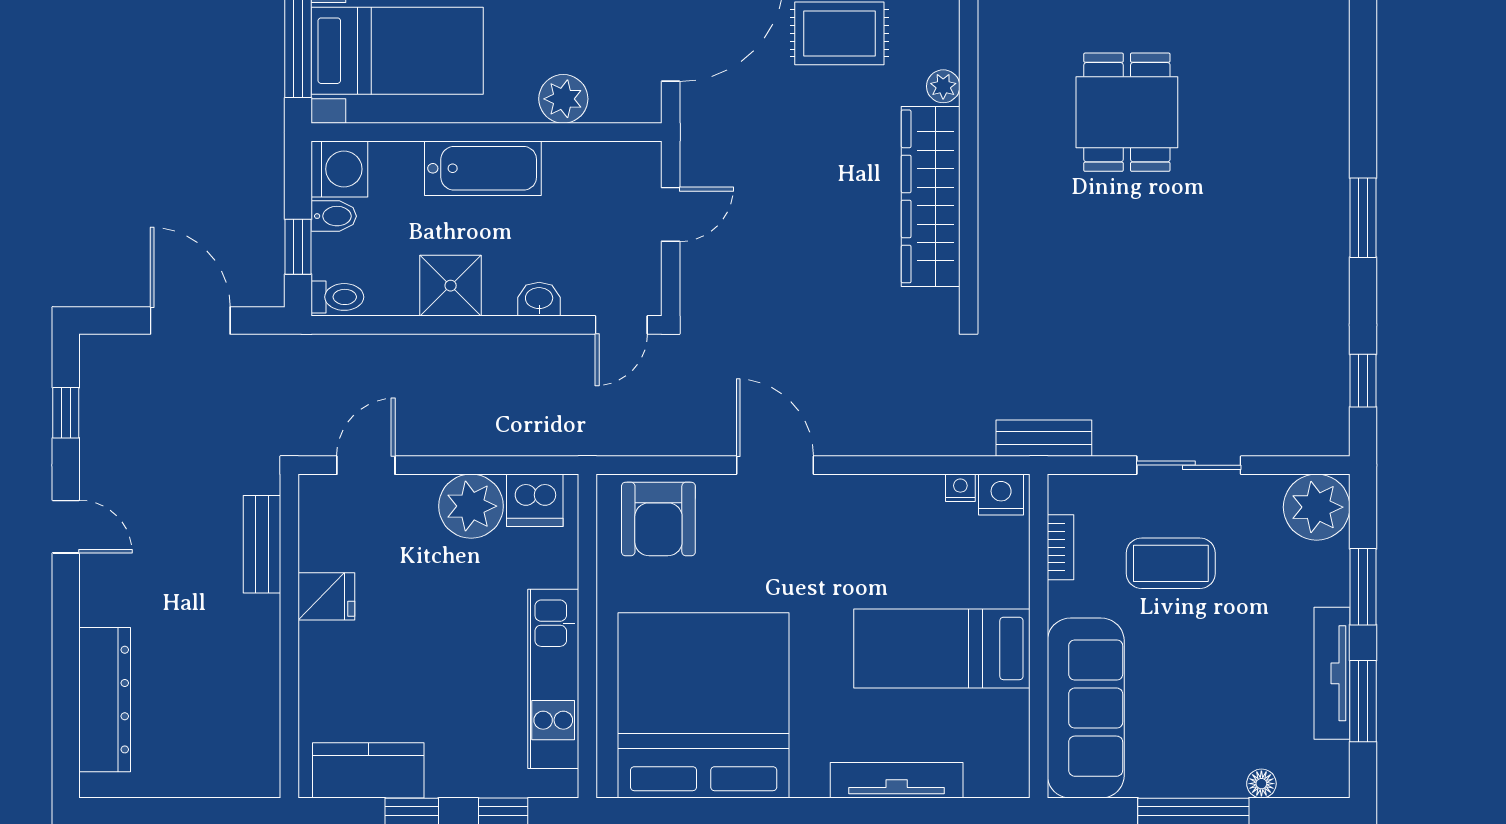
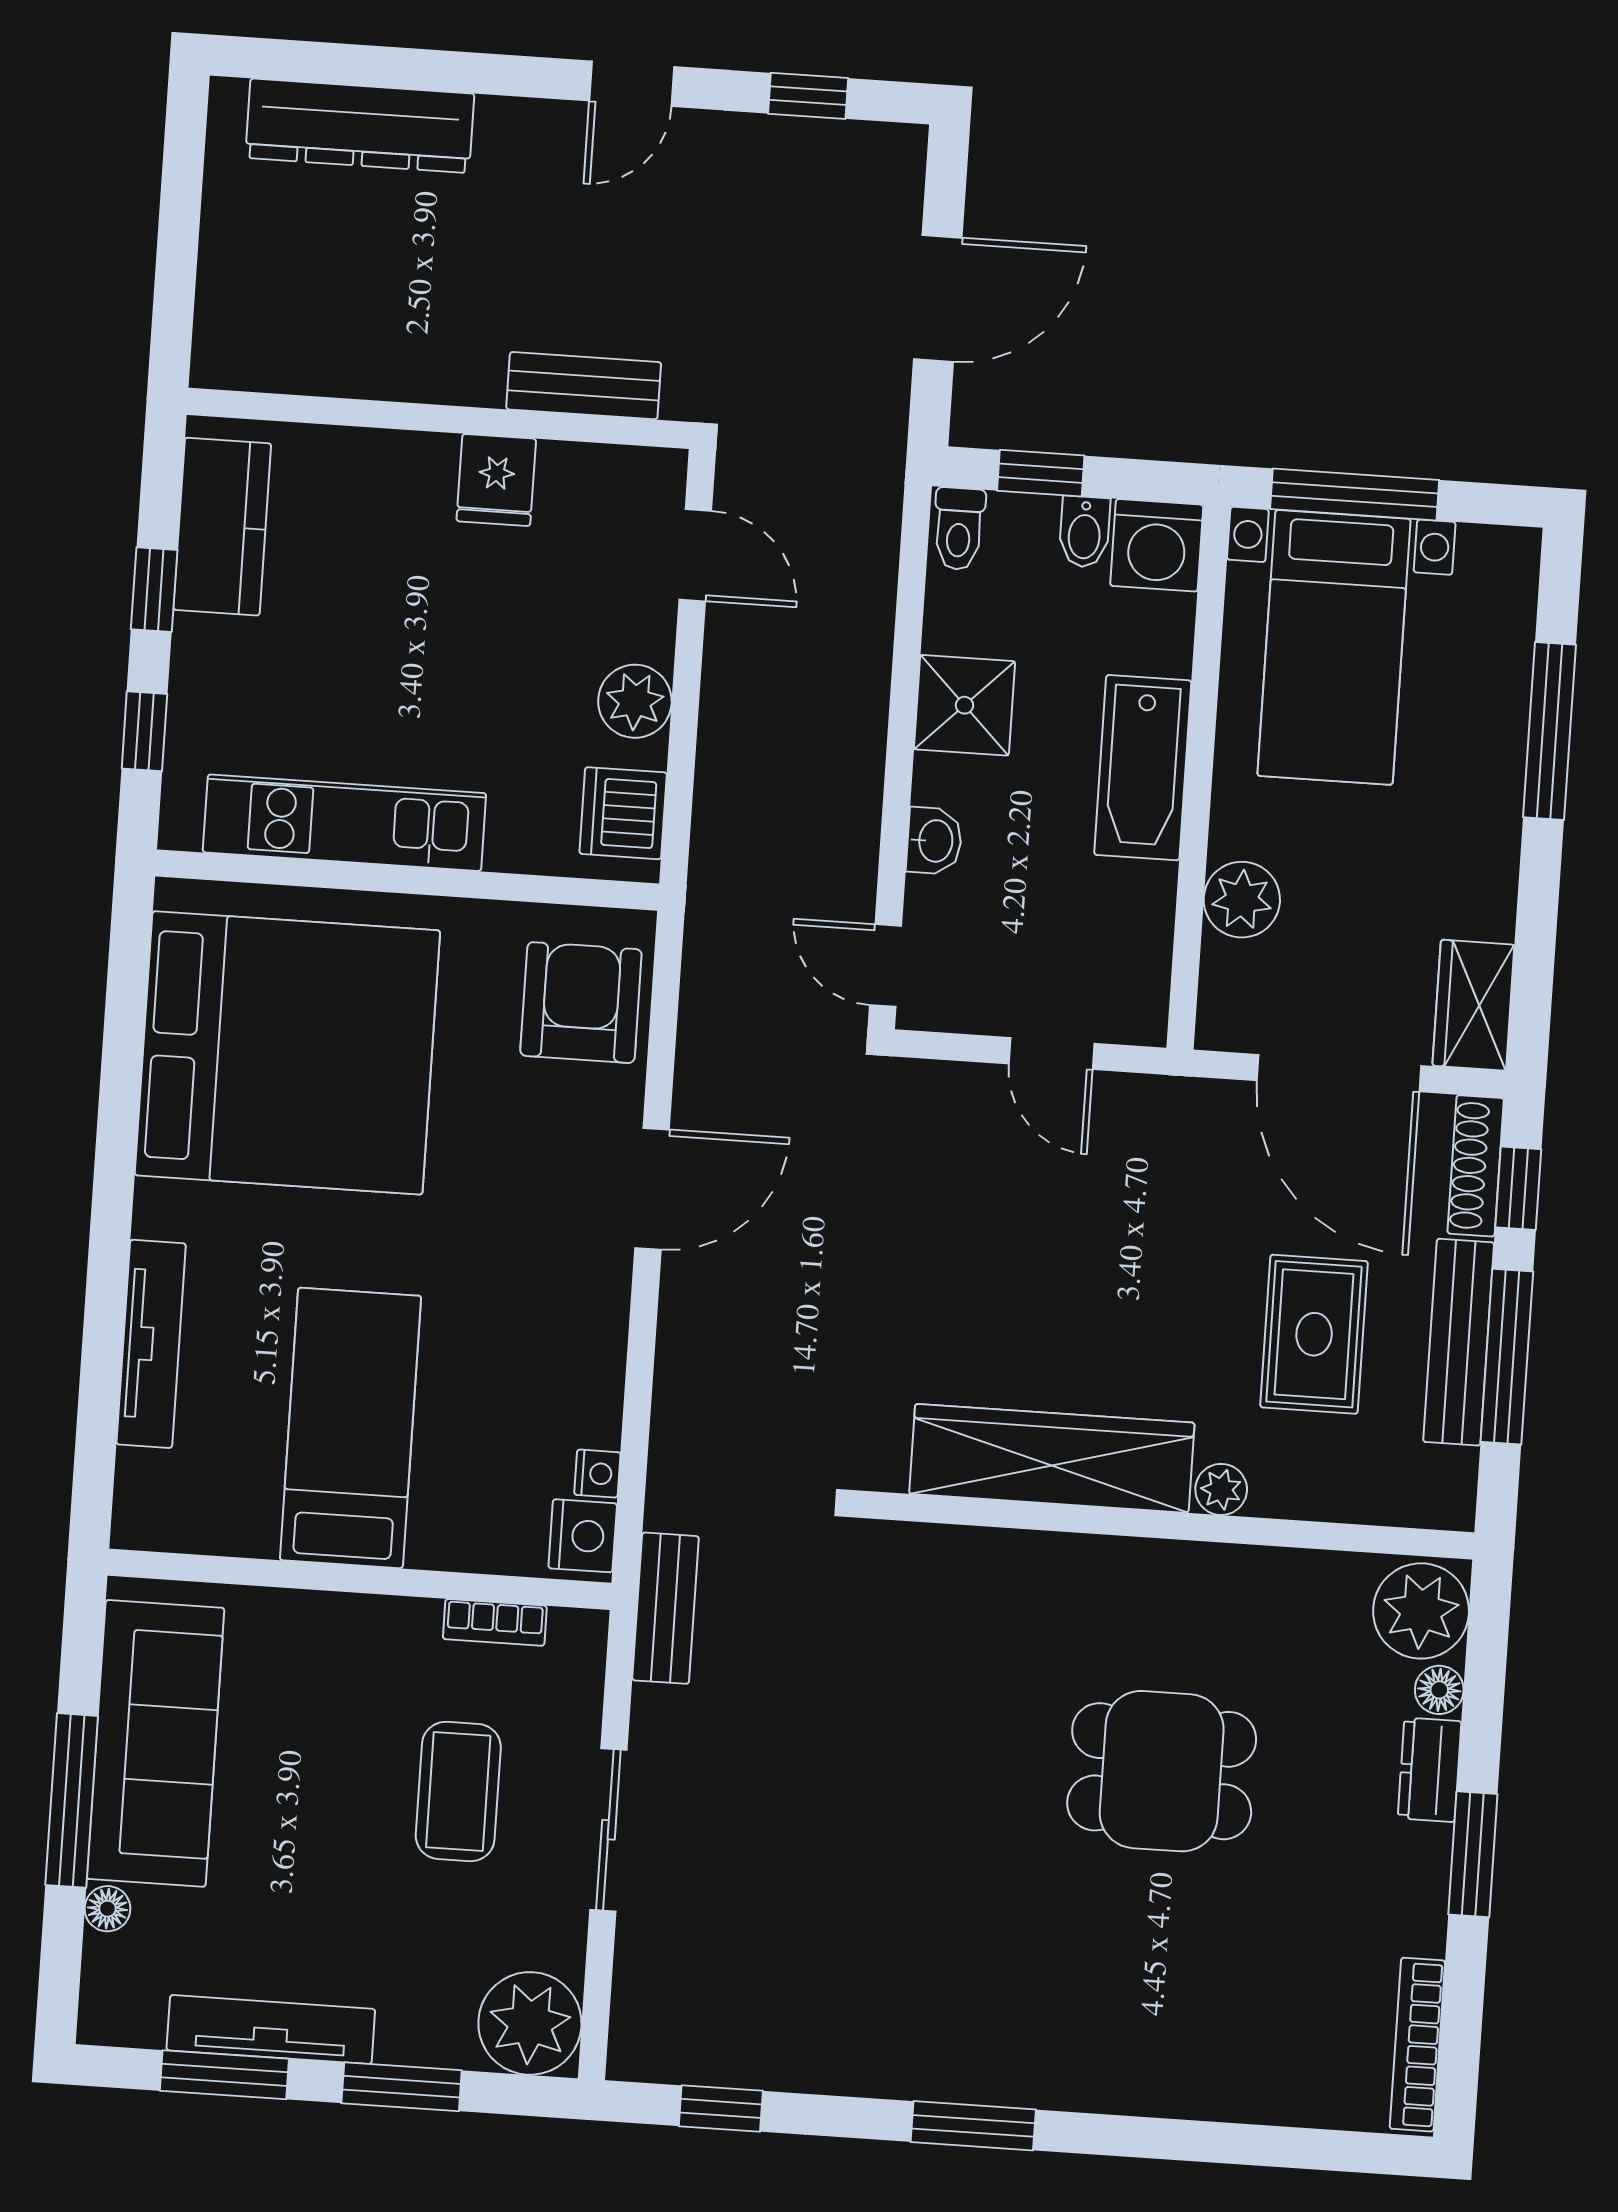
plant: (471, 506) -> (635, 701), width x0.73, depth x0.73
armchair: (658, 519) -> (581, 1003), turned 90
sofa: (1086, 708) -> (156, 1743), moved, turned -90

